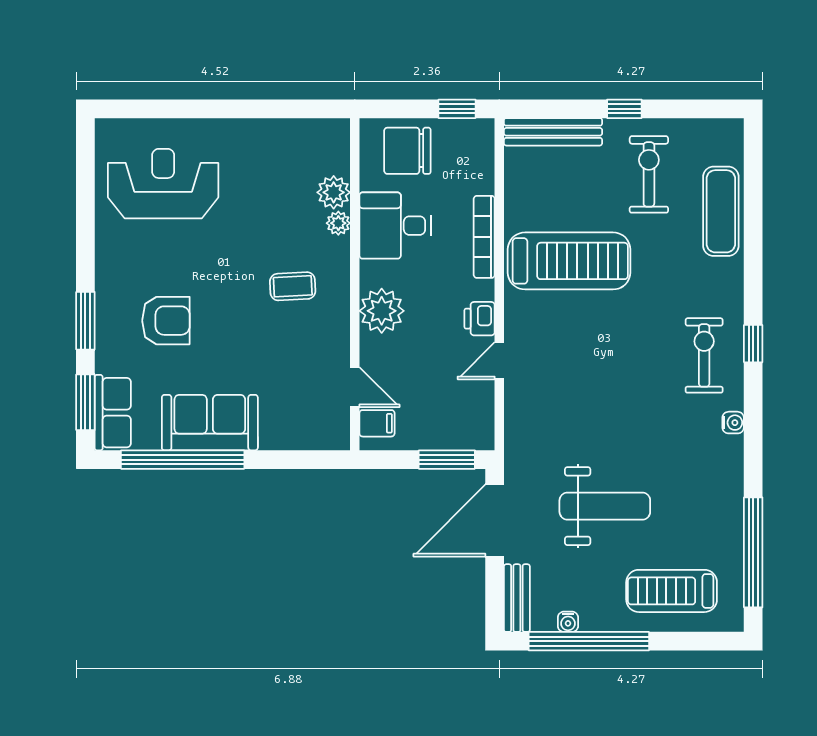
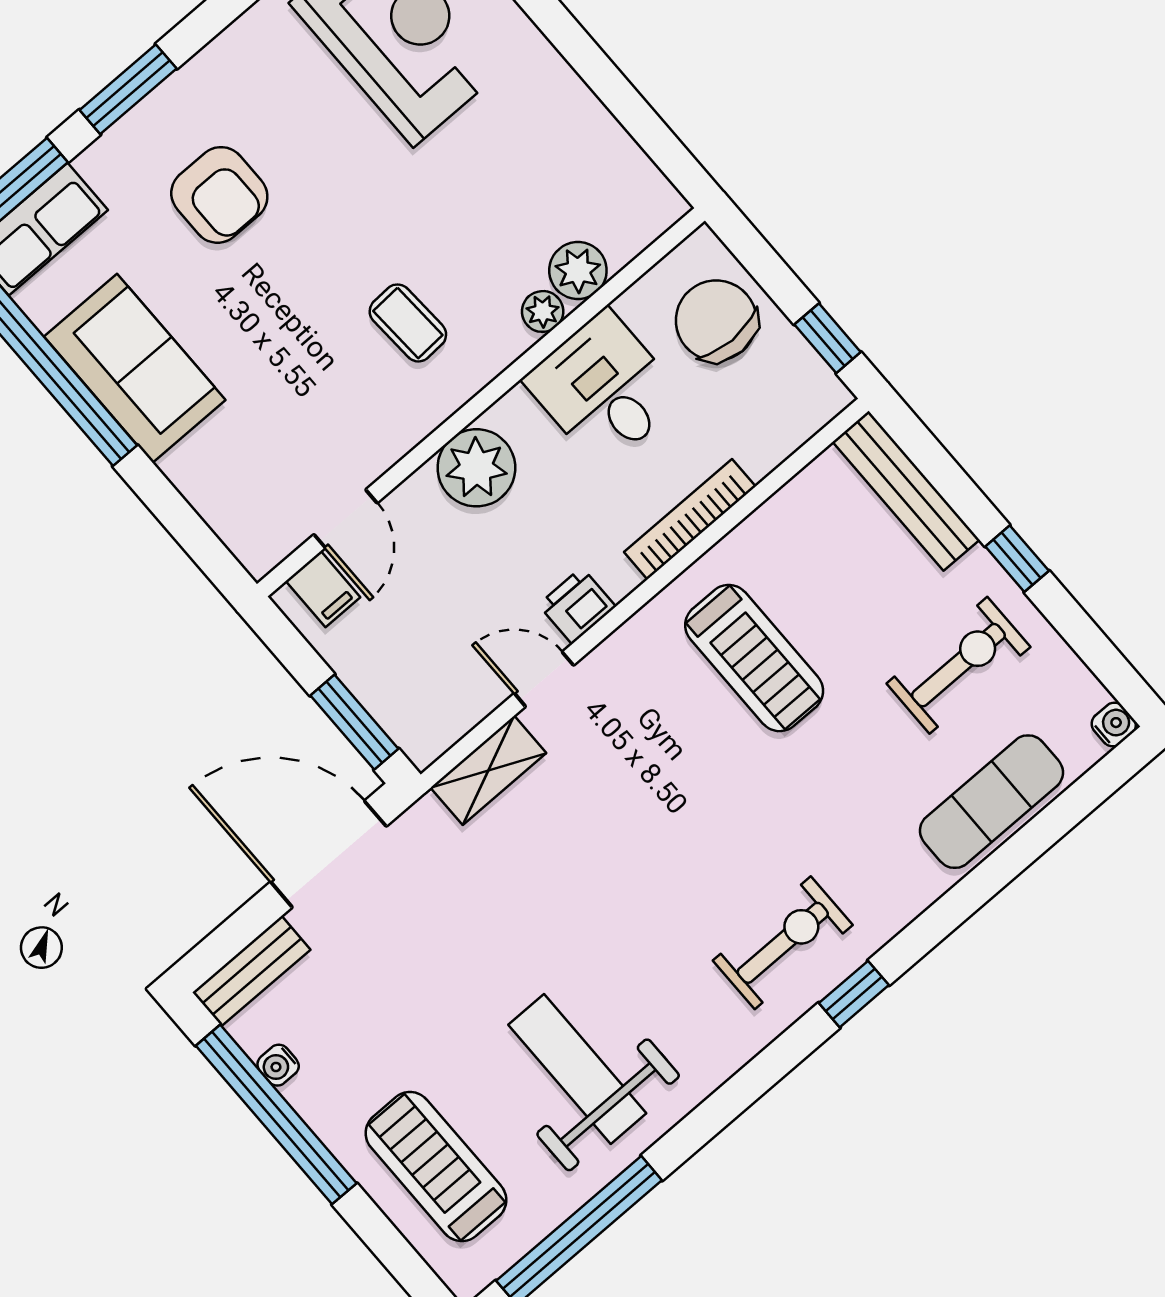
treadmill: (569, 261) -> (754, 658), width x0.73, depth x0.73
shelving: (518, 419) -> (488, 770), added
water cooler: (733, 423) -> (1114, 724), moved, turned -90
weight bench: (605, 506) -> (577, 1069), moved, turned 180

